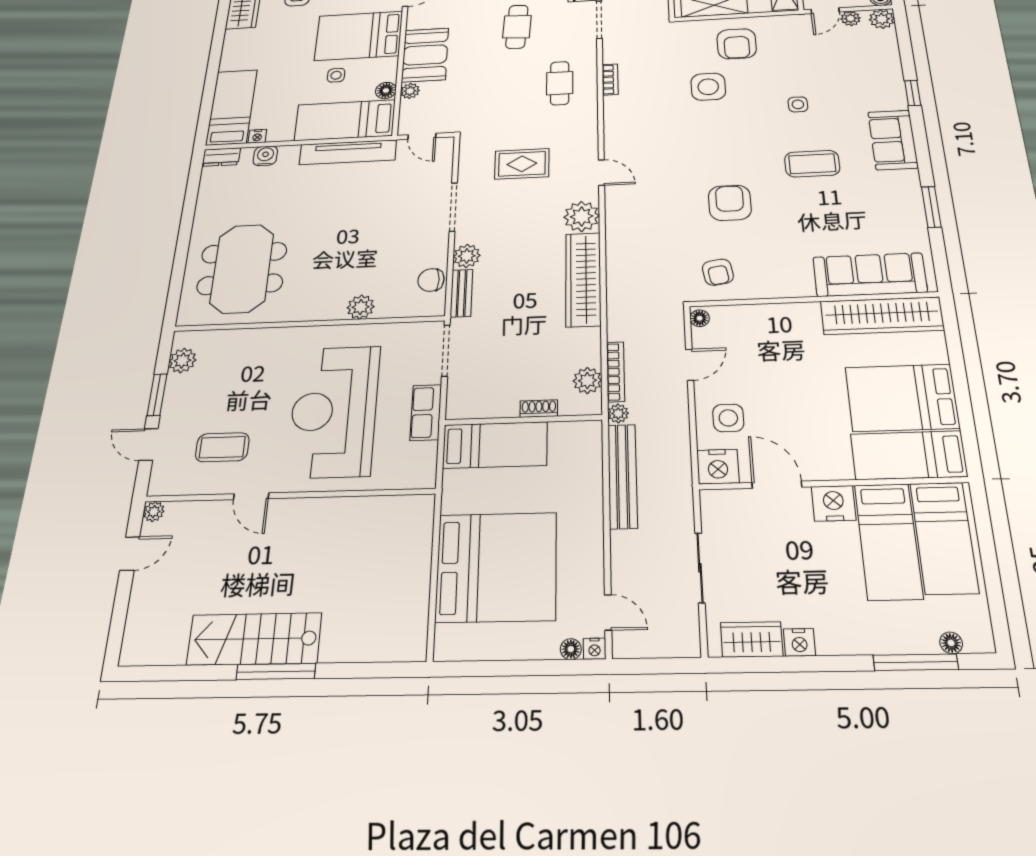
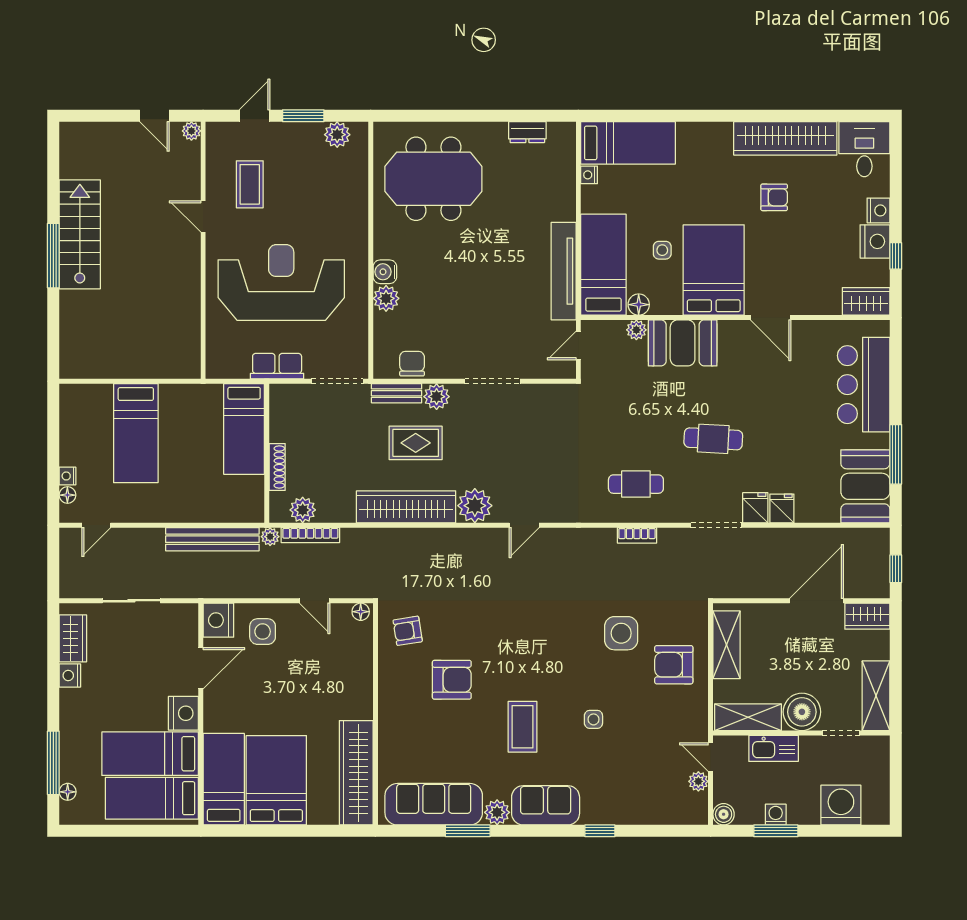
plant: (882, 19) -> (497, 812), moved
water cooler: (265, 156) -> (385, 272), moved, turned 180
dresser: (221, 157) -> (527, 132), moved, turned -90
rug: (522, 164) -> (416, 443), moved, turned 90
armchair: (730, 203) -> (452, 680), moved
sofa: (870, 275) -> (434, 804), moved, turned -90
shoe rack: (539, 409) -> (277, 467), width x1.43
door: (251, 496) -> (203, 216), hinge flipped
bed: (496, 567) -> (136, 433), width x0.49
nightstand: (595, 649) -> (68, 476), moved

